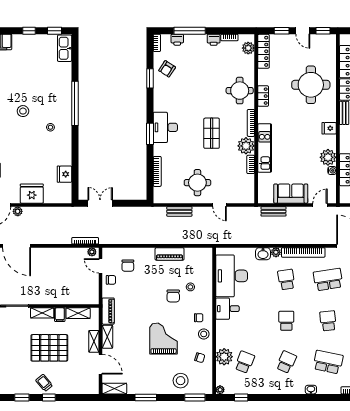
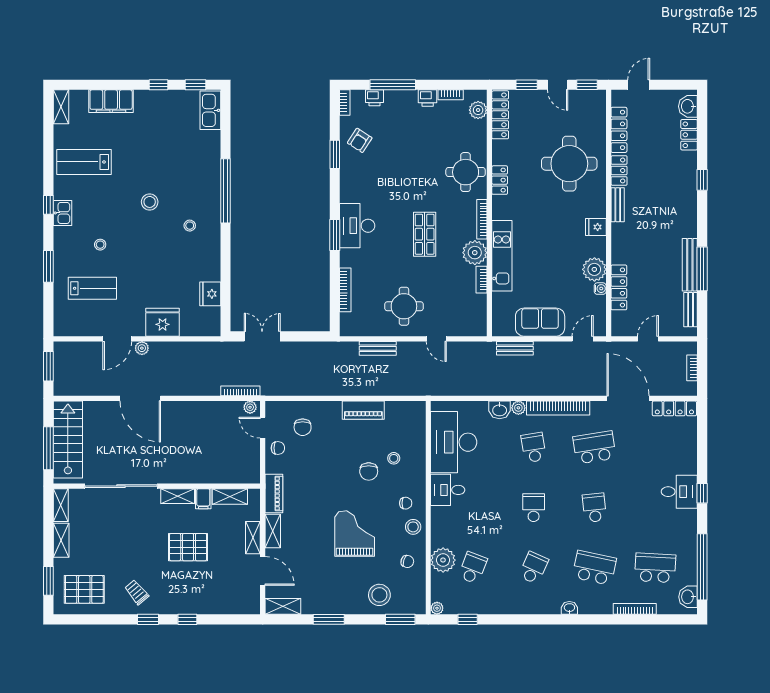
pallet: (49, 348) -> (188, 547), width x0.73, depth x0.71
trolley: (44, 383) -> (137, 592), moved

